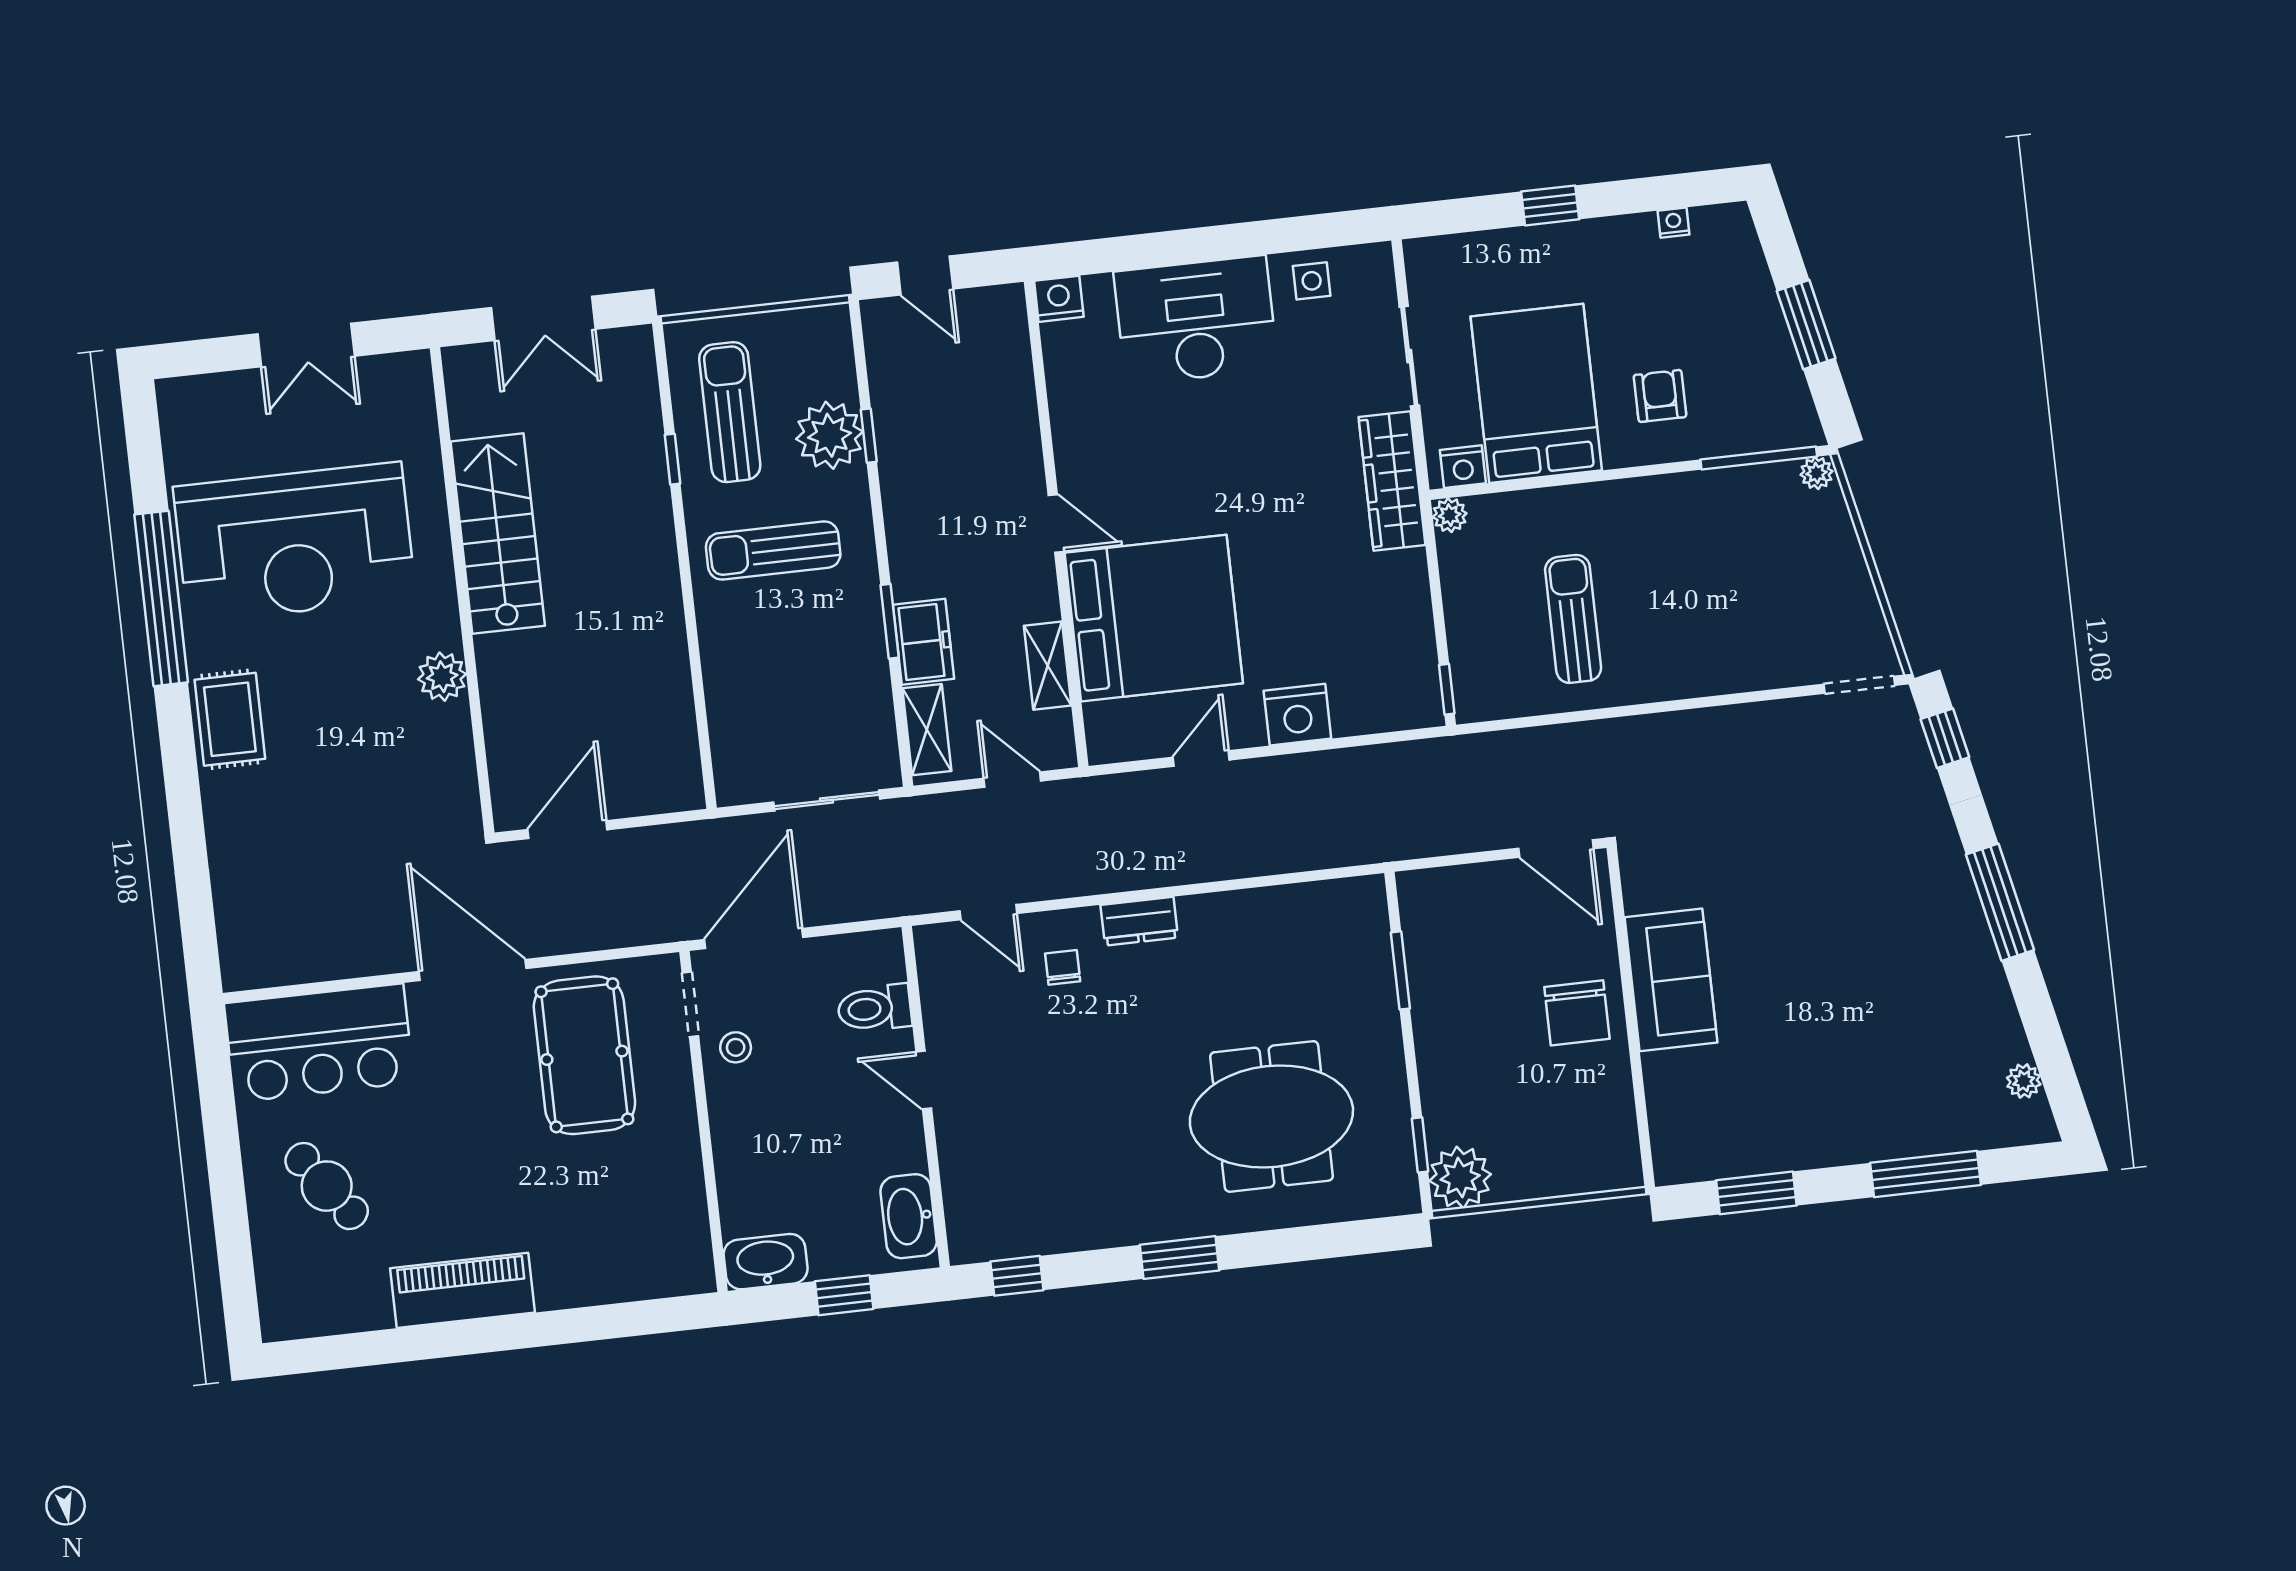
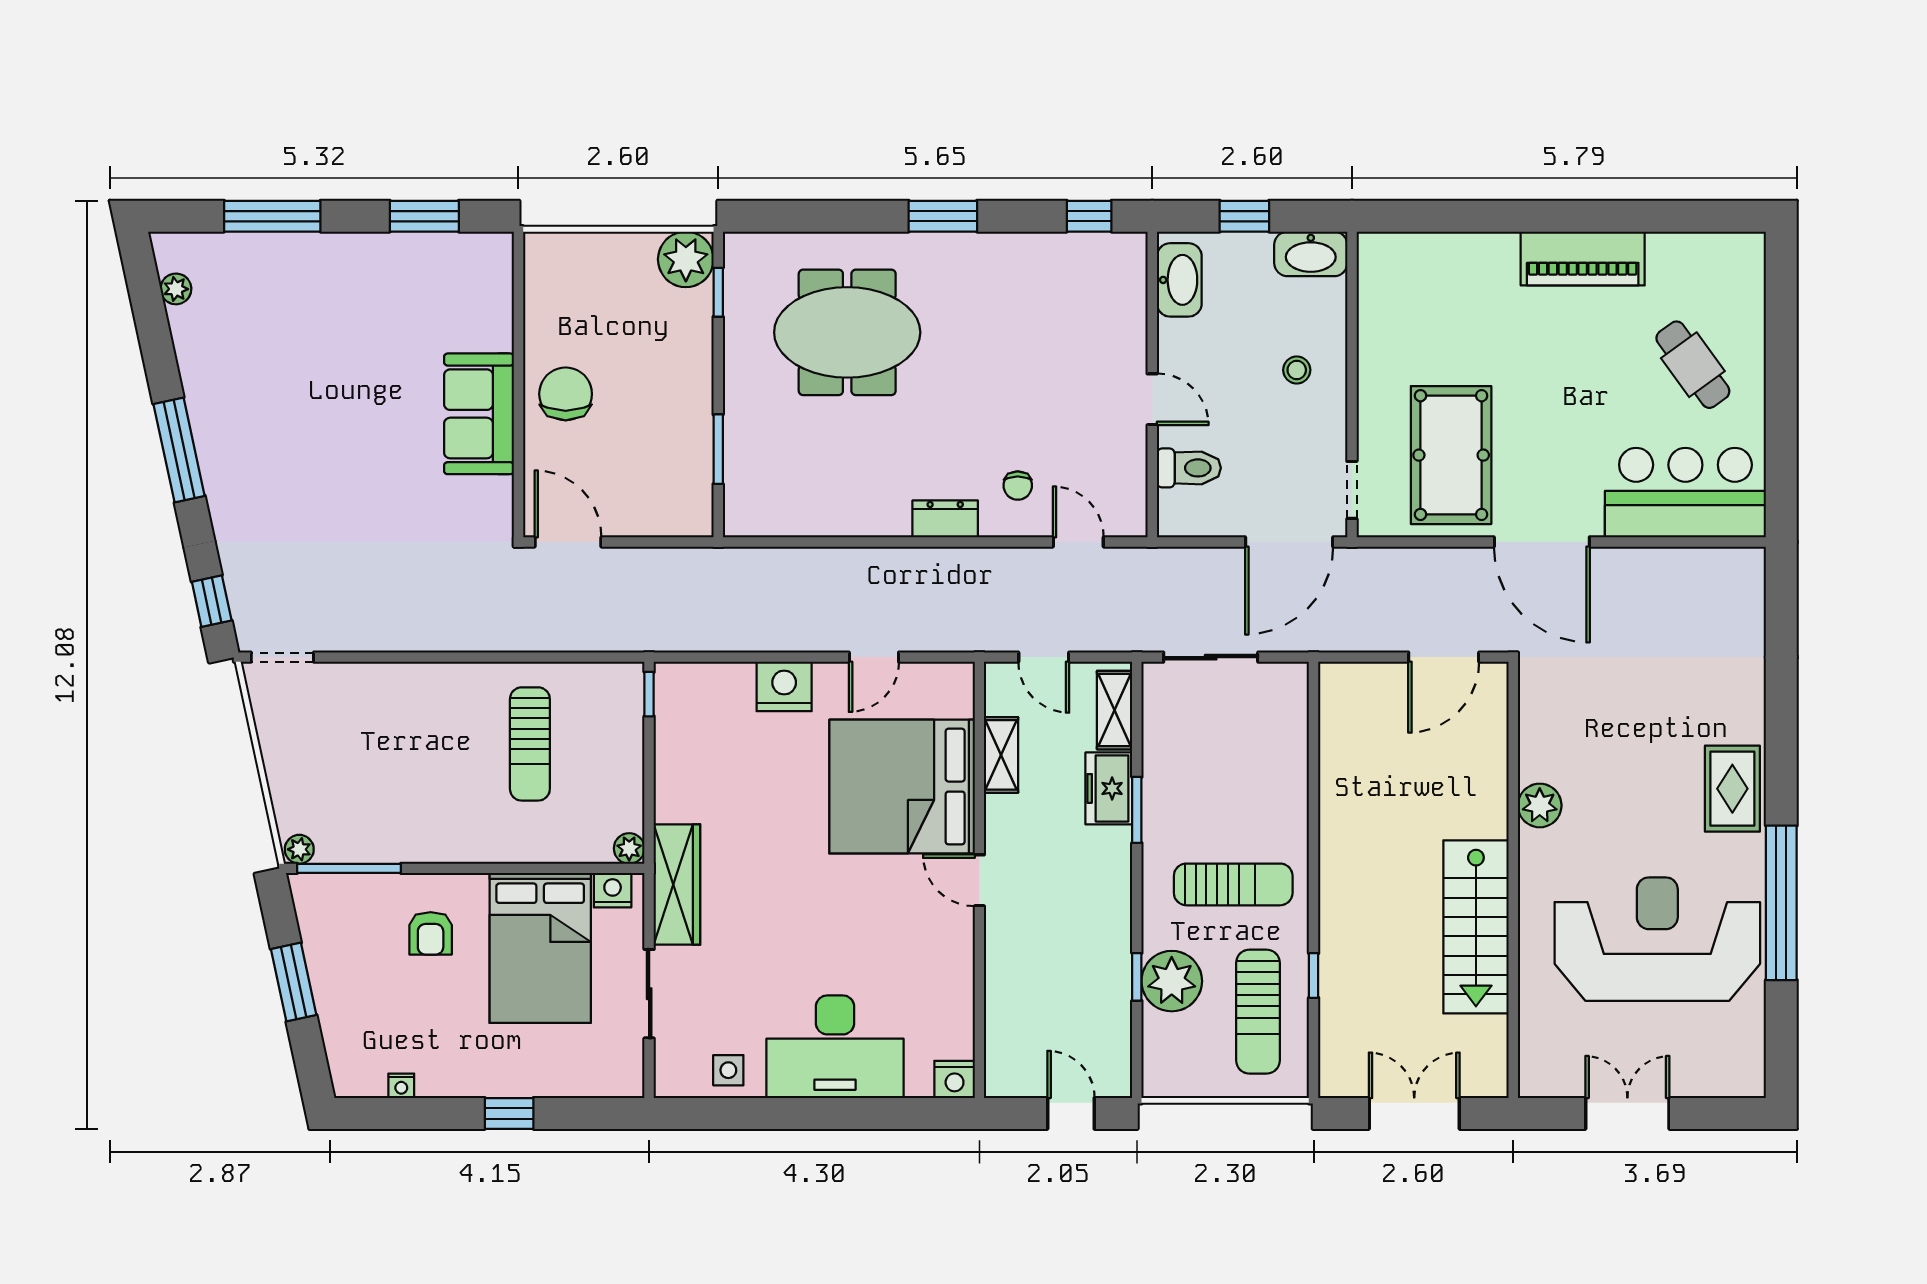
stool: (736, 1047) -> (1297, 370), moved

